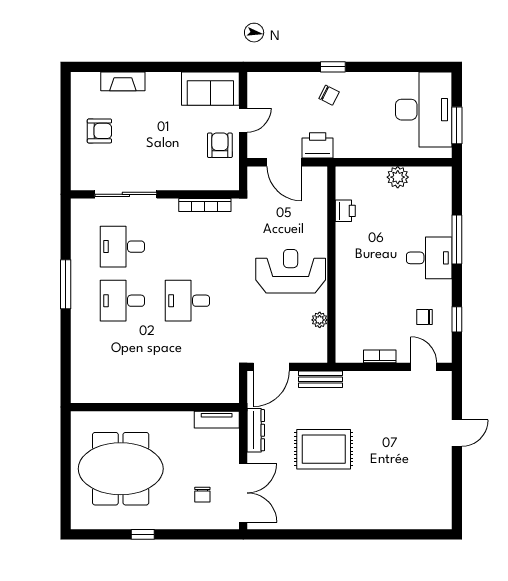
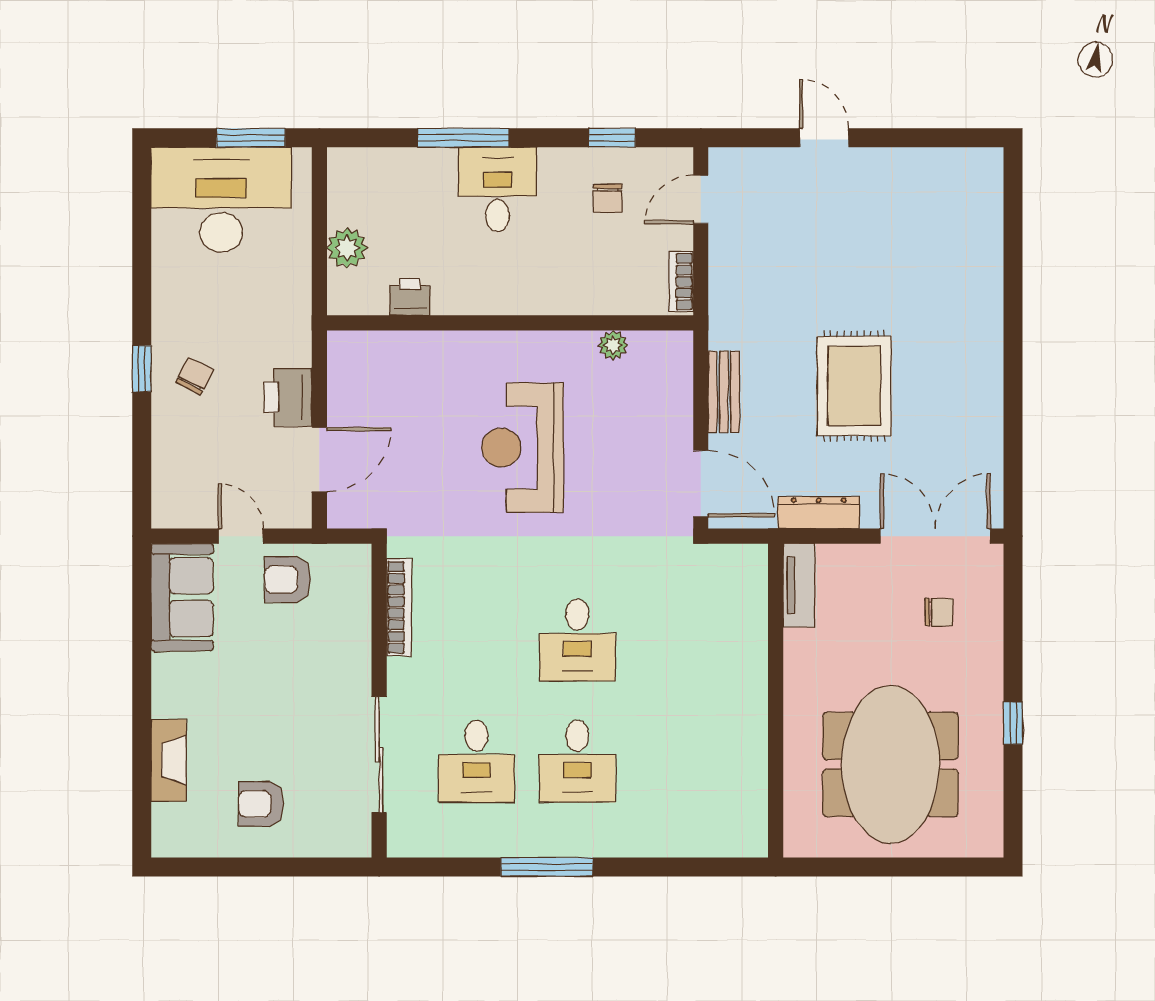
armchair: (99, 131) -> (261, 804), turned -90
printer: (345, 211) -> (410, 297), moved
wall: (331, 265) -> (510, 323), moved
plant: (320, 320) -> (613, 345), moved

